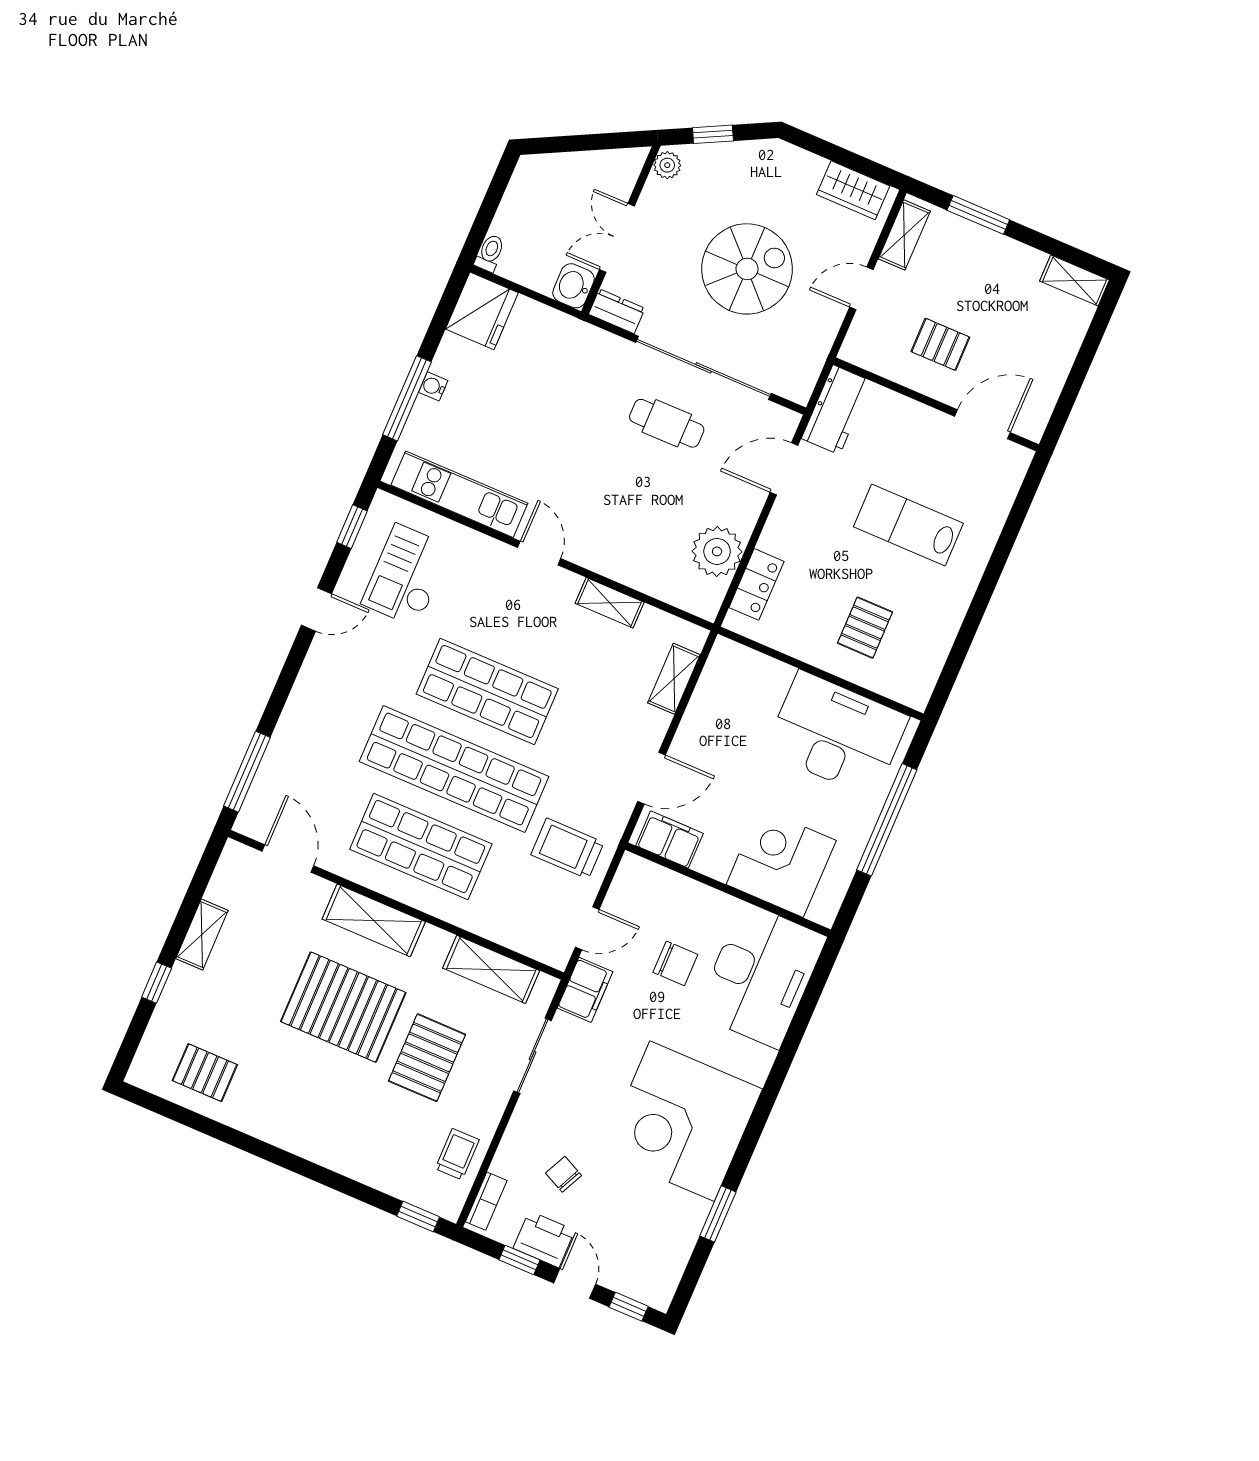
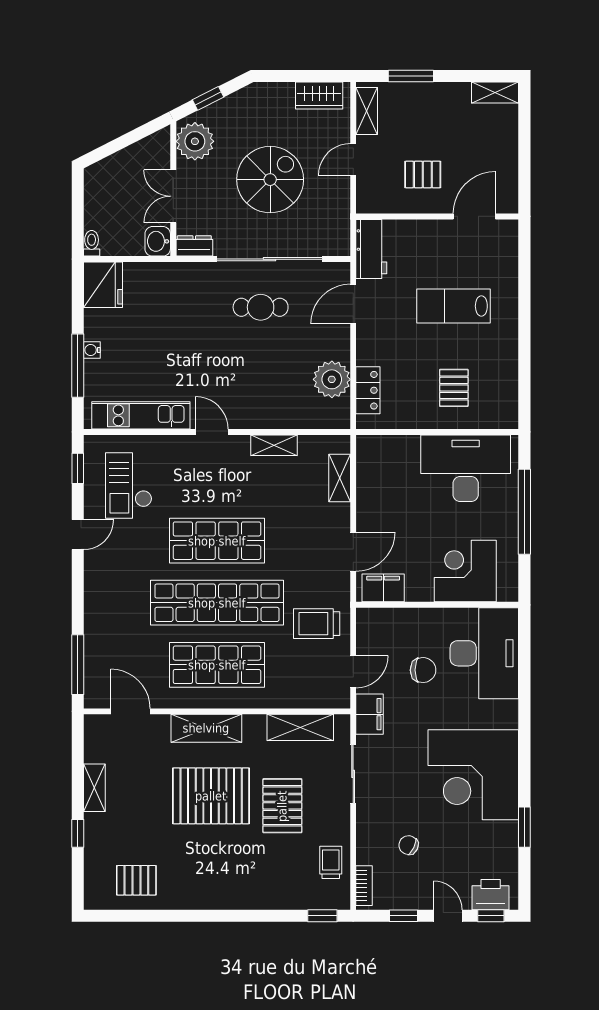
plant: (667, 165) -> (195, 141), width x1.88, depth x1.88
printer: (544, 1239) -> (491, 895), moved

